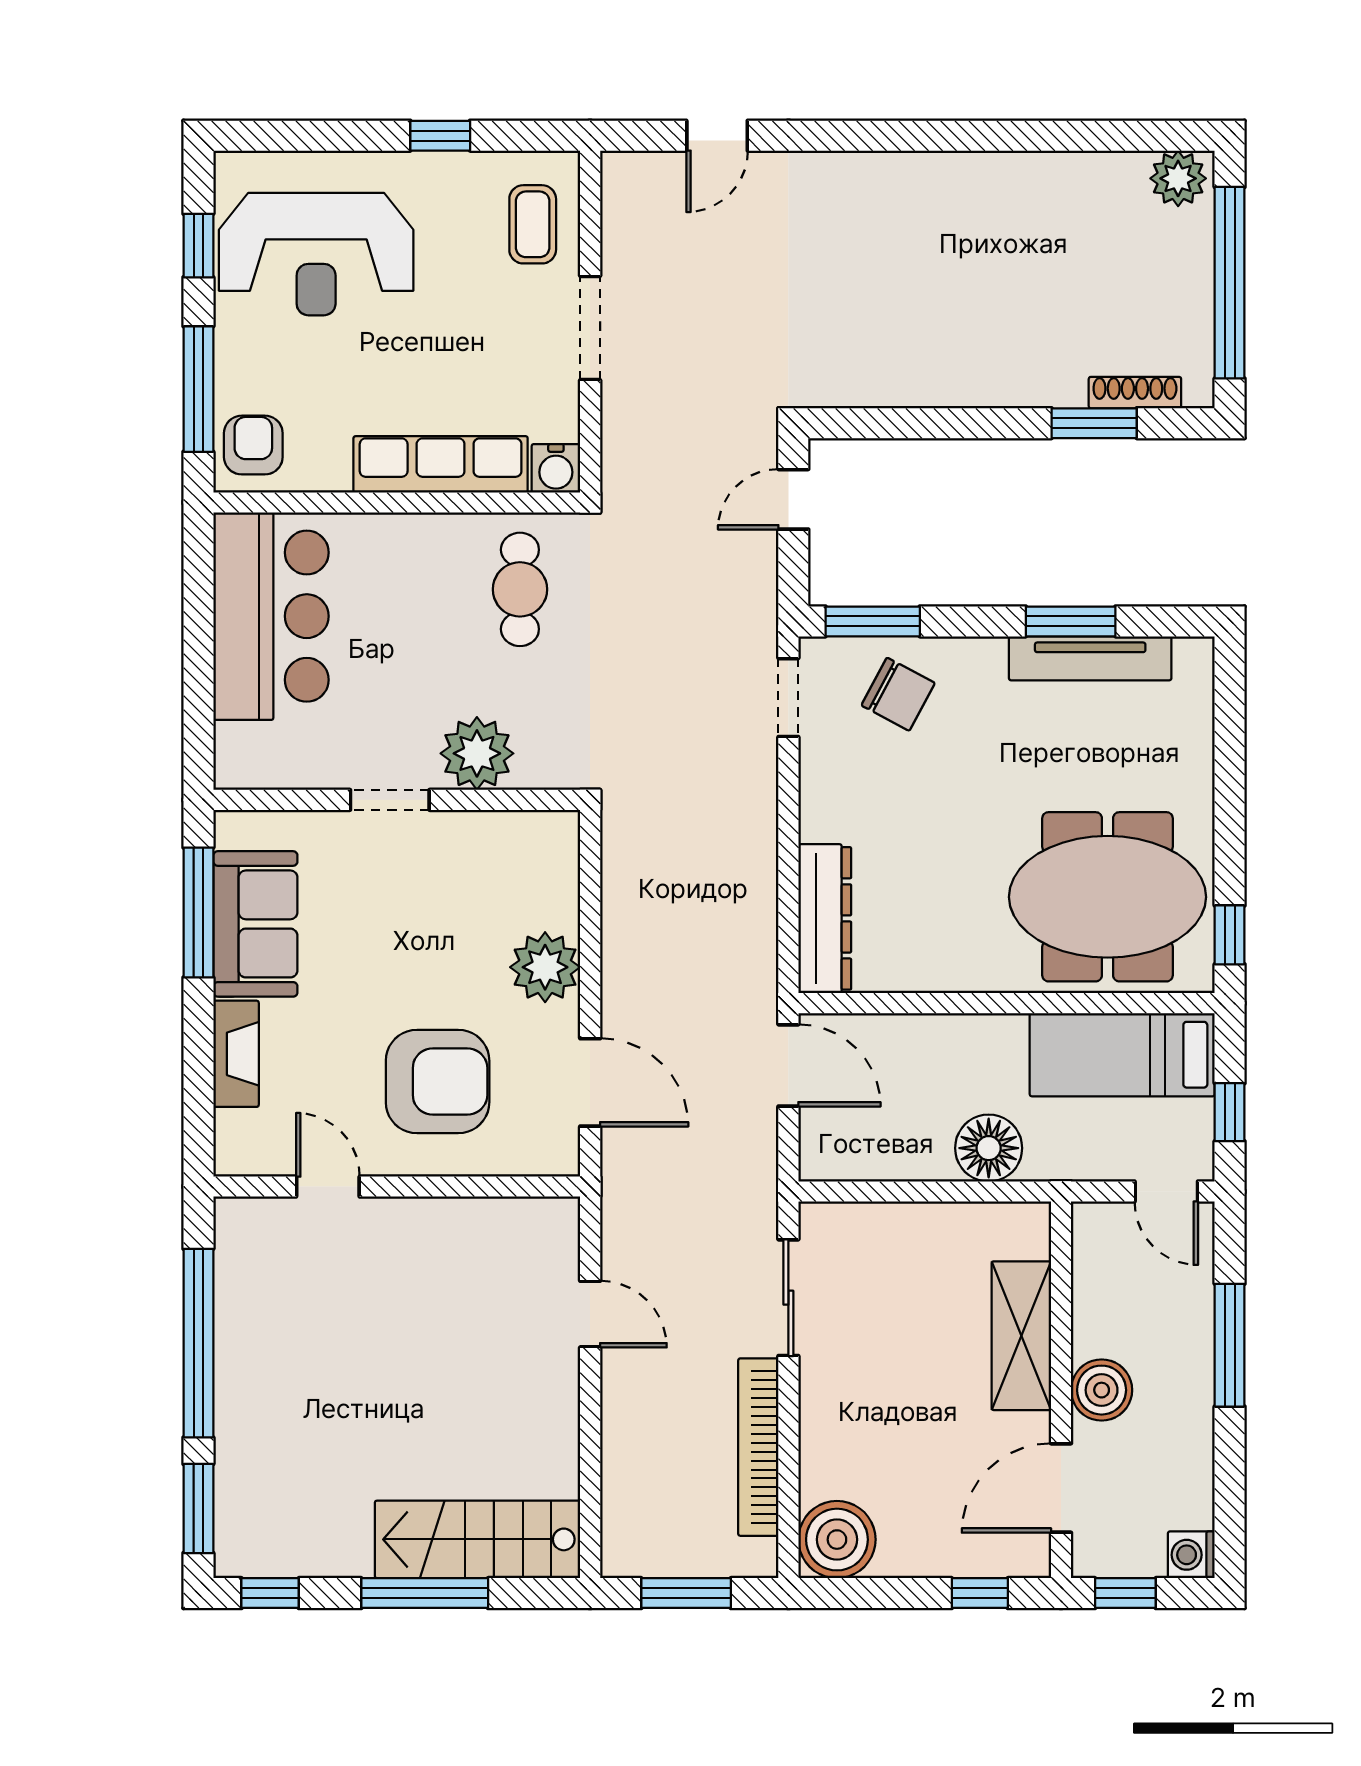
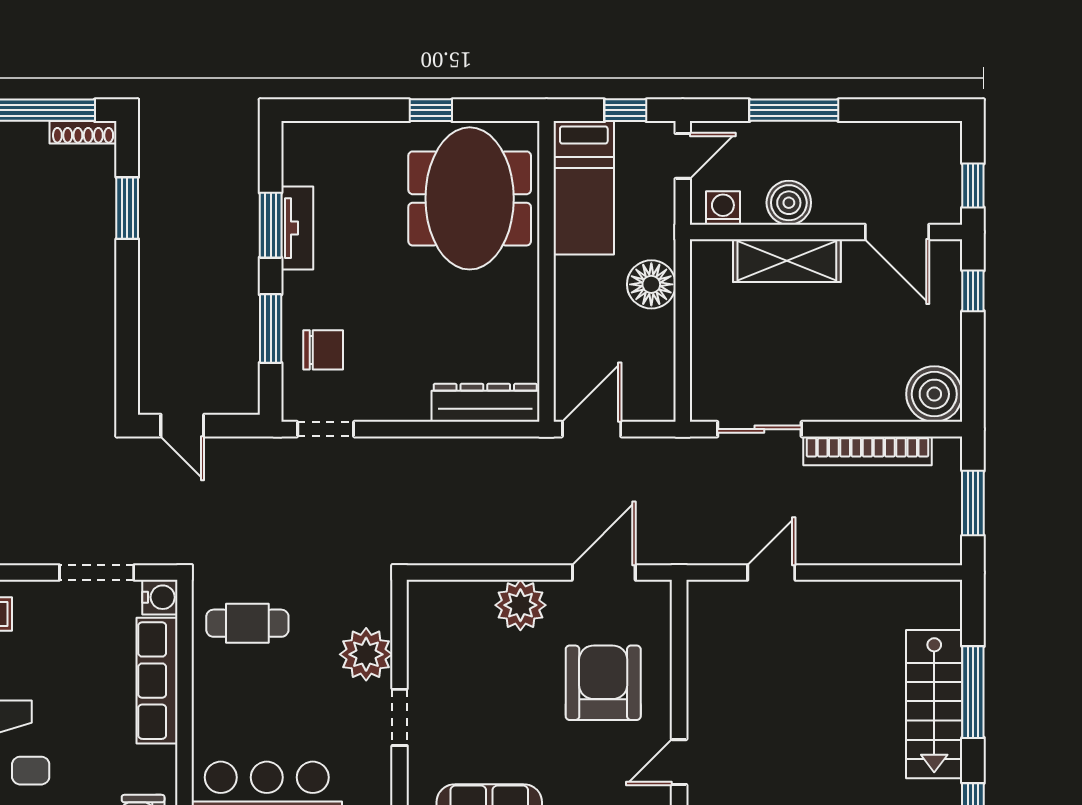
doorway: (590, 328) -> (97, 572), moved
shoe rack: (1135, 393) -> (83, 132), moved, turned -90
window: (873, 621) -> (271, 329), moved
tv unit: (1090, 658) -> (297, 228), width x0.71
chair: (898, 694) -> (323, 350), turned 62
window: (1230, 935) -> (431, 110), moved
boiler: (1102, 1390) -> (789, 203), moved
stairs: (477, 1539) -> (934, 704), moved
washing machine: (1191, 1555) -> (723, 208), moved, turned 180

